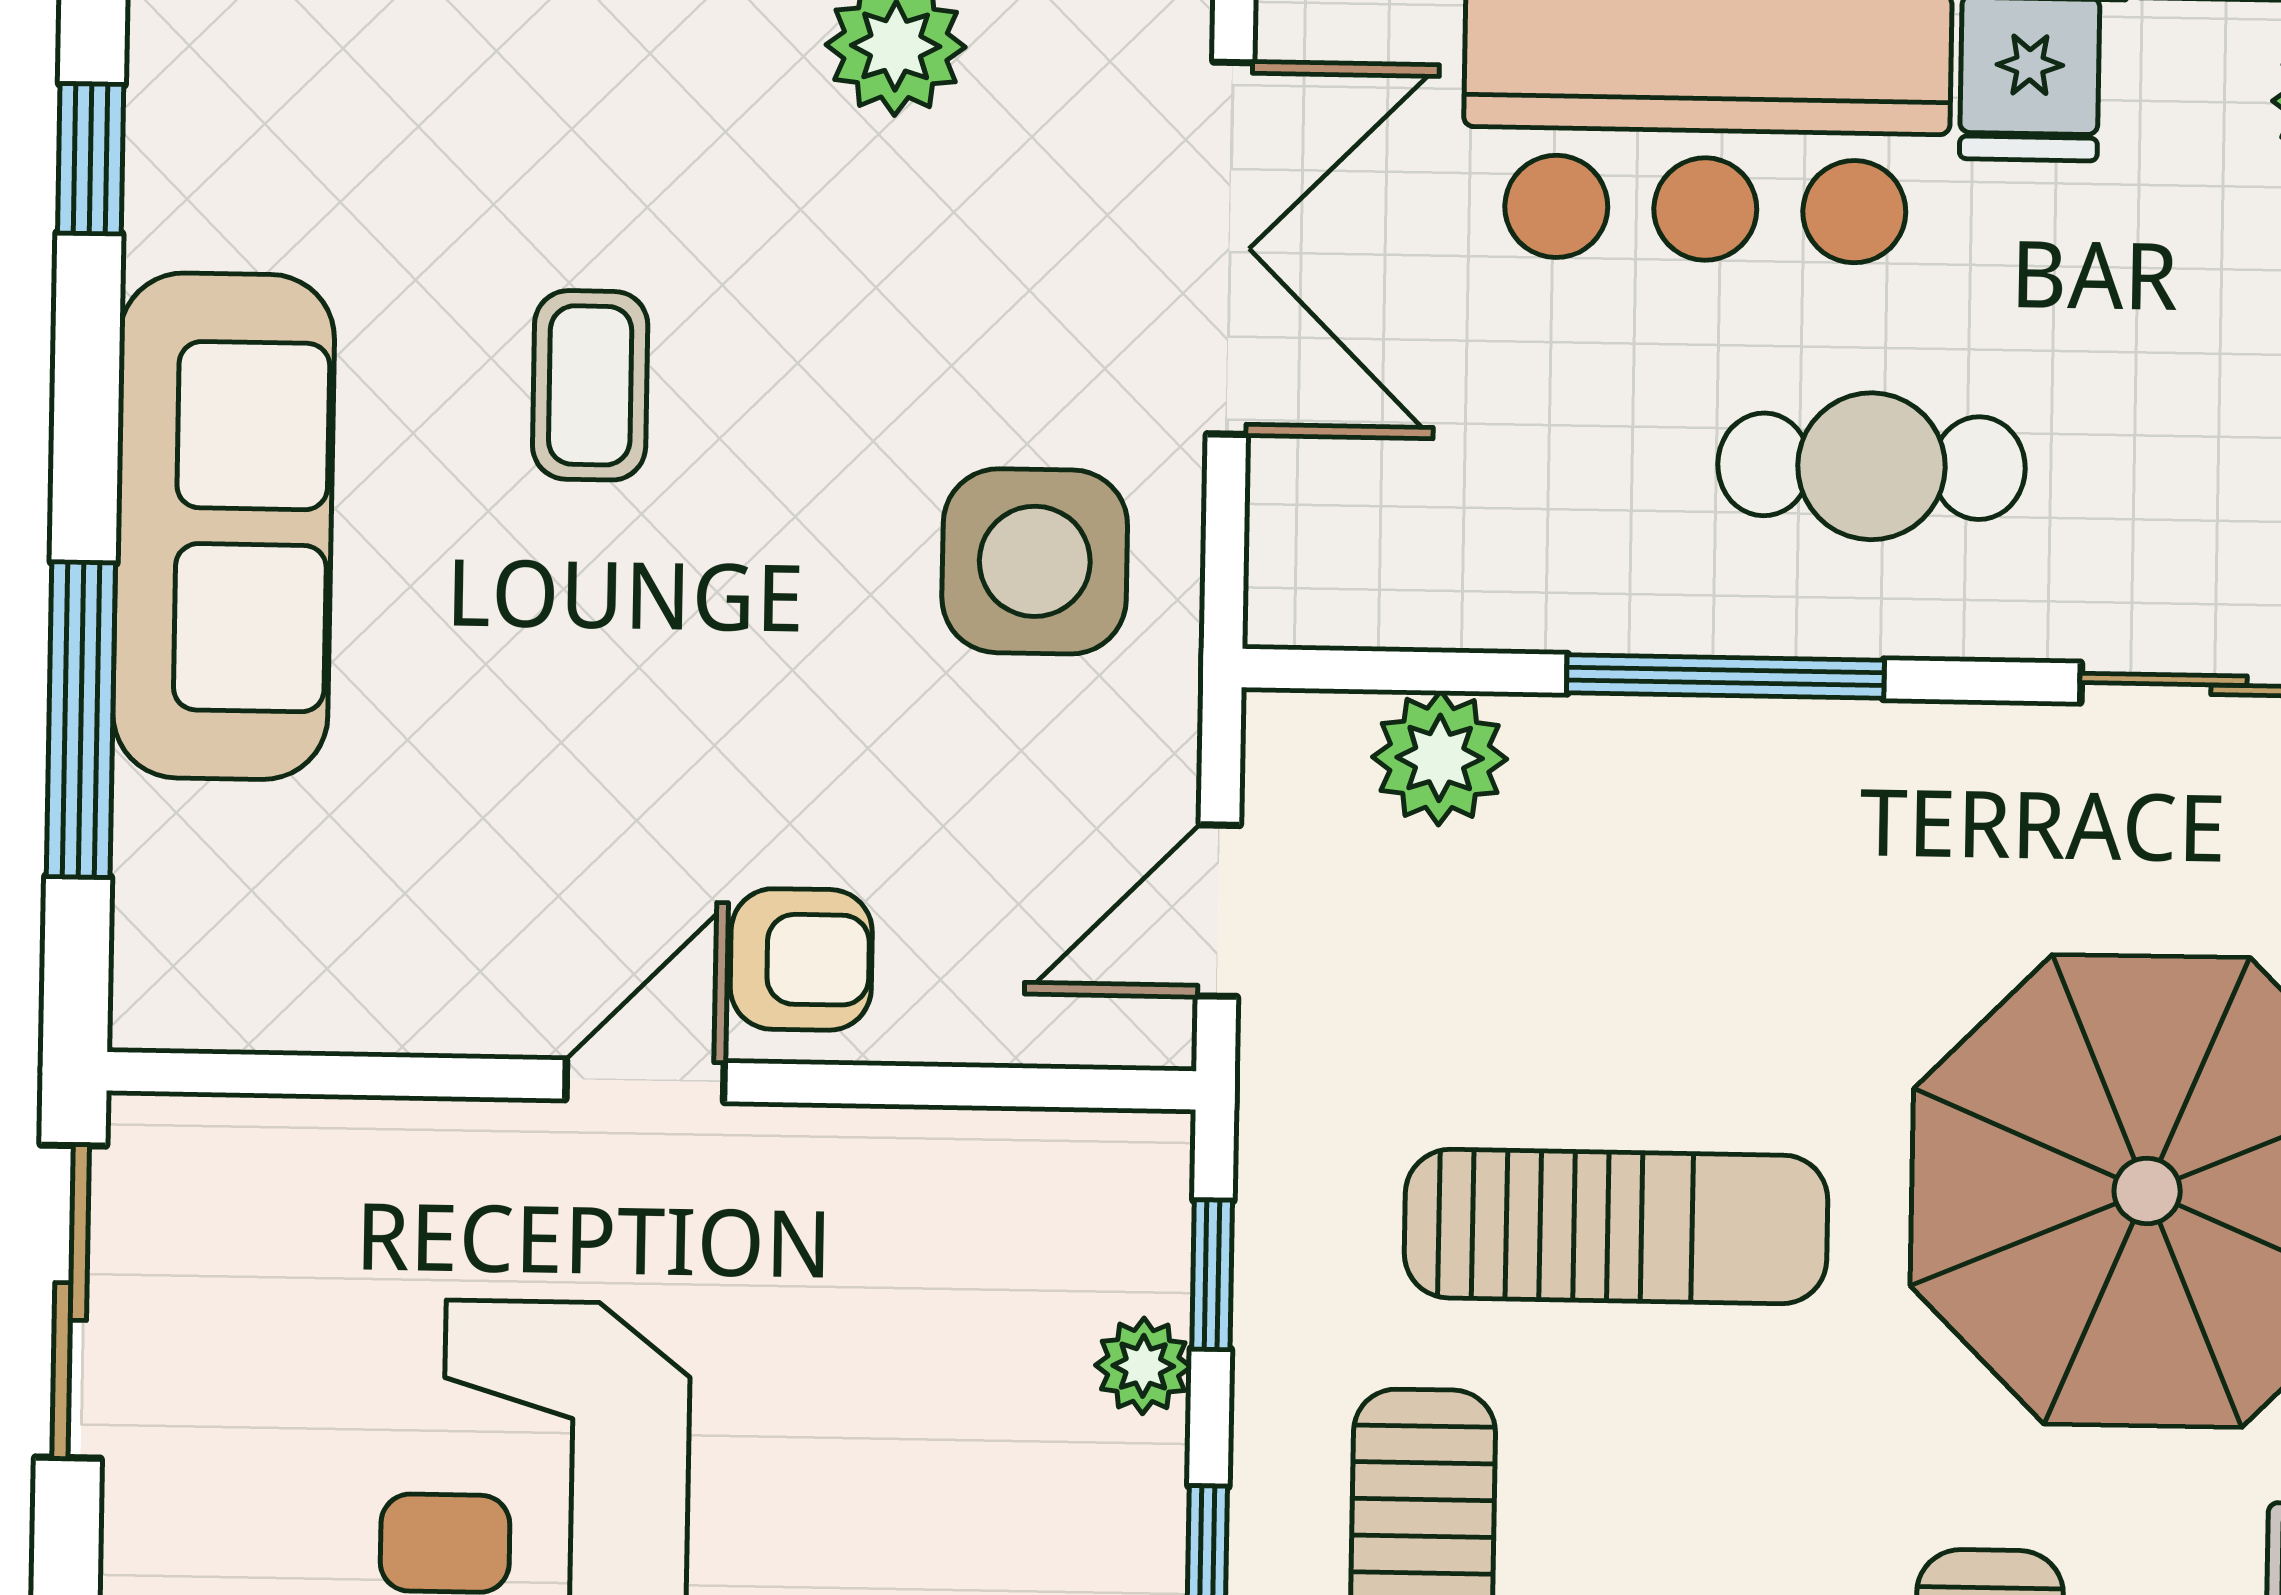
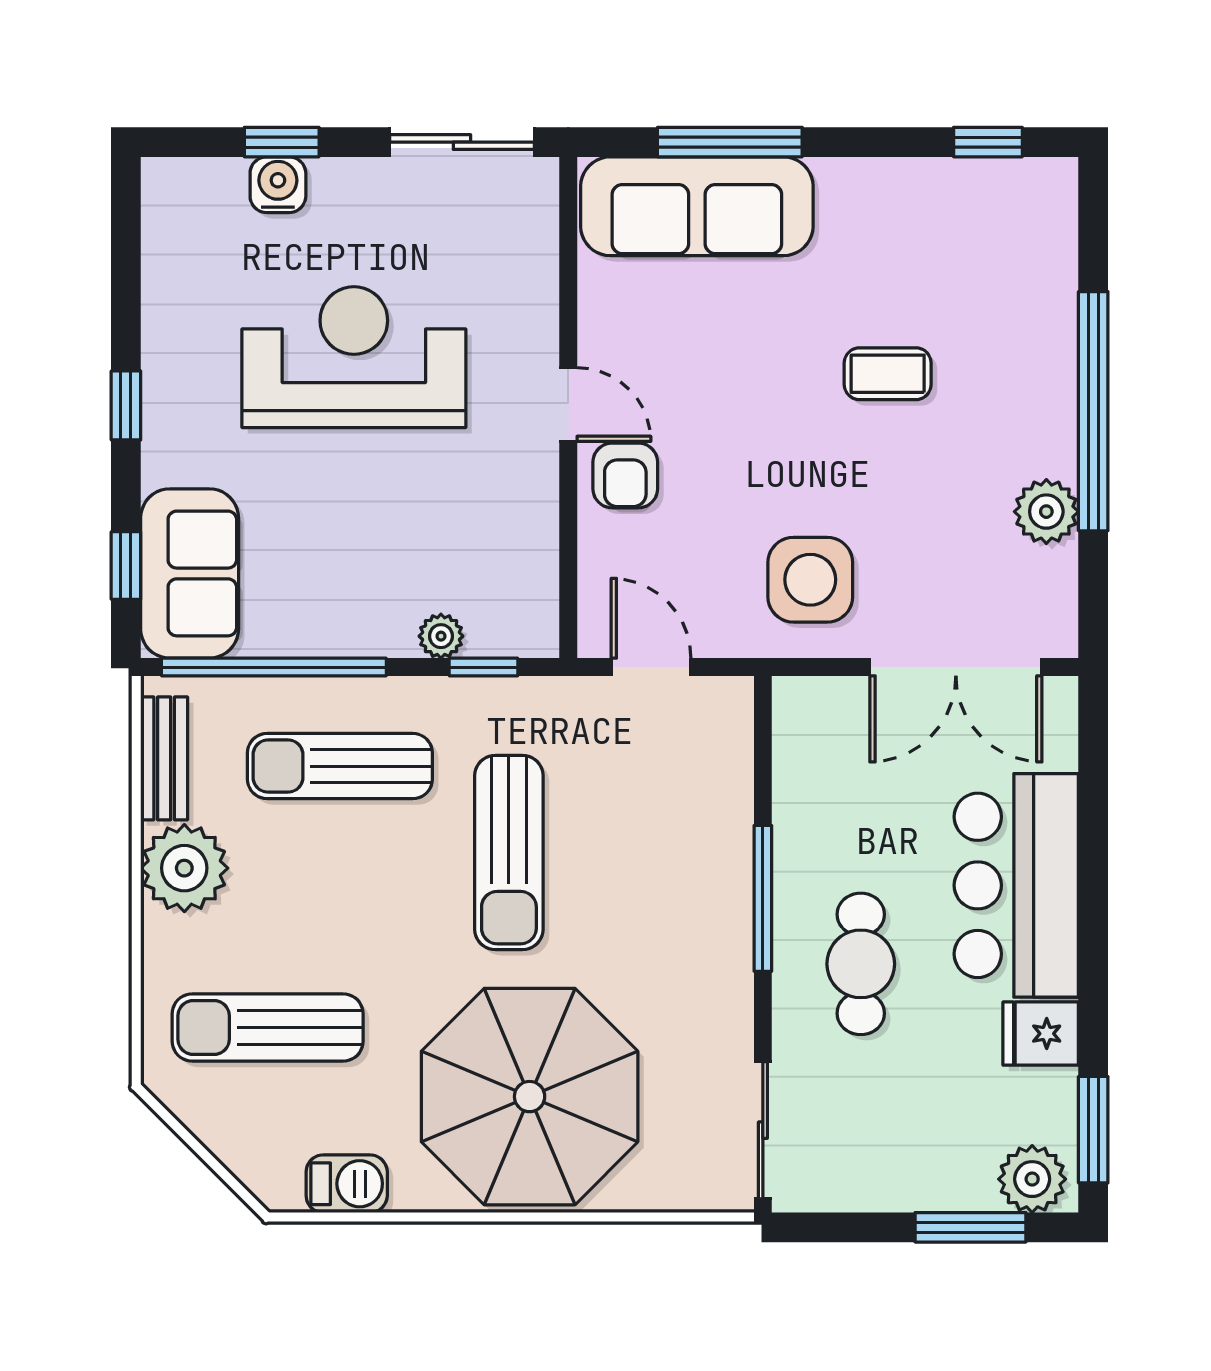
sofa: (224, 526) -> (697, 206), moved
plant: (1440, 758) -> (723, 768), removed

